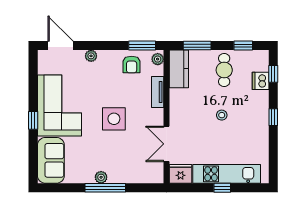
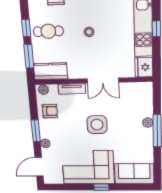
window: (142, 46) -> (36, 131), moved
window: (243, 46) -> (26, 28), moved
double door: (167, 144) -> (103, 81), moved
plant: (101, 177) -> (148, 123), moved

